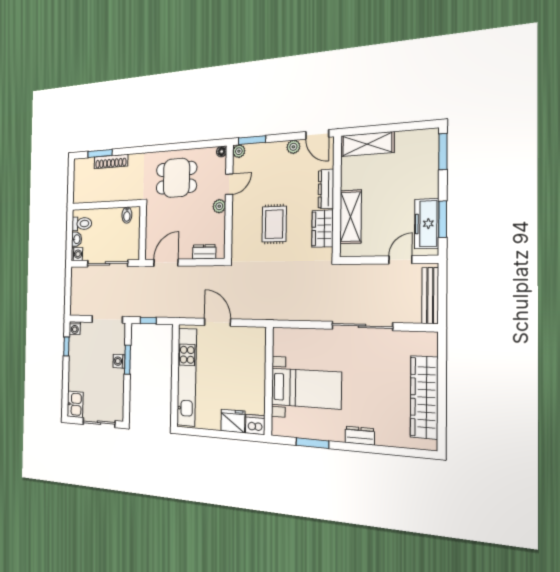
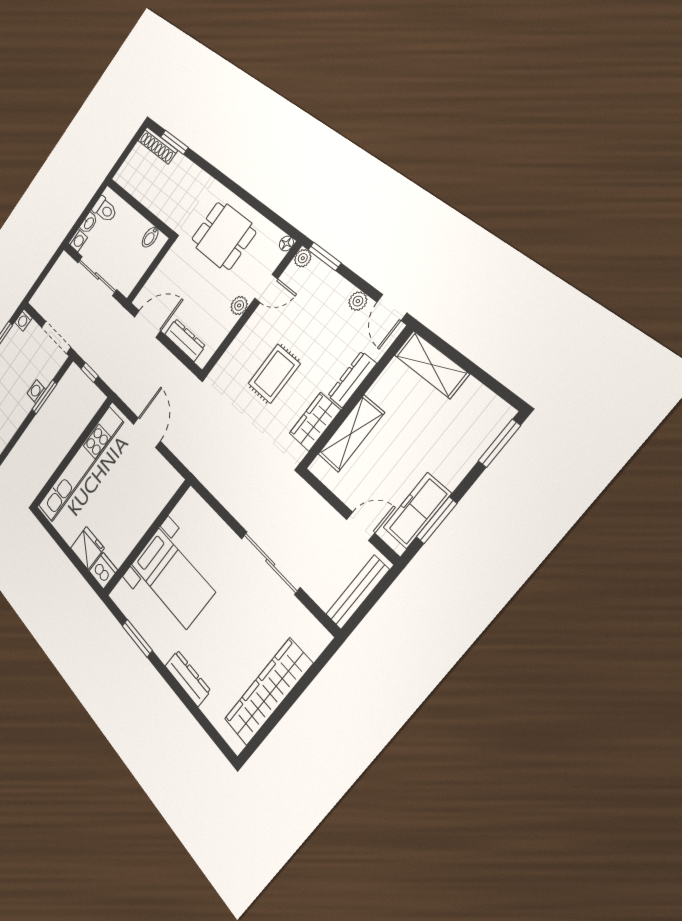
shoe rack: (111, 162) -> (158, 145), moved
dresser: (204, 252) -> (185, 340), width x1.44
dresser: (360, 436) -> (188, 678), width x1.44

